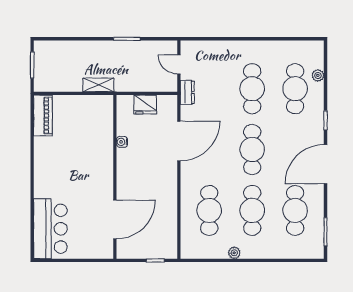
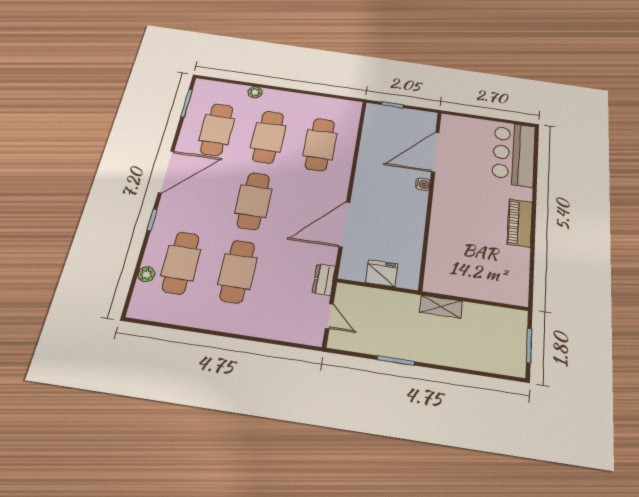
piano: (43, 115) -> (520, 223), moved
water cooler: (122, 142) -> (423, 184), moved
plant: (234, 253) -> (255, 92), moved

